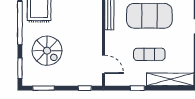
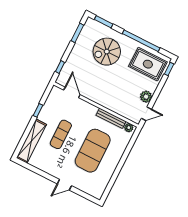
door: (103, 64) -> (72, 92), swing flipped

